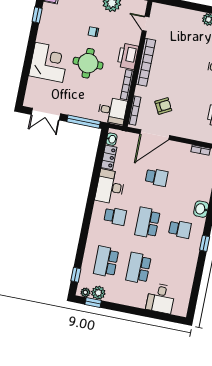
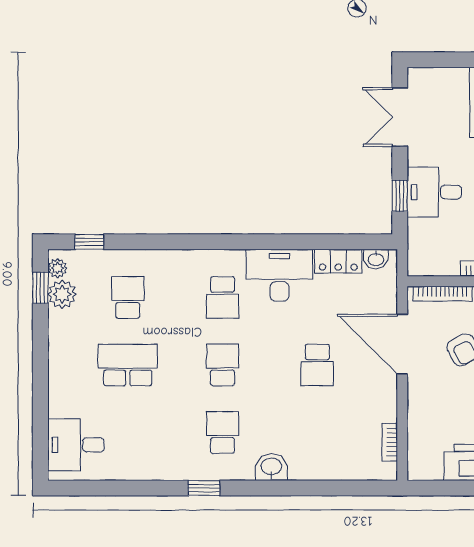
desk: (112, 111) -> (434, 192), moved, turned 90
window: (84, 122) -> (400, 196), width x0.46
school desk: (148, 223) -> (223, 365), width x0.54
school desk: (180, 229) -> (223, 432), turned 180
school desk: (106, 262) -> (128, 297), width x0.54
desk: (161, 298) -> (76, 445), moved

